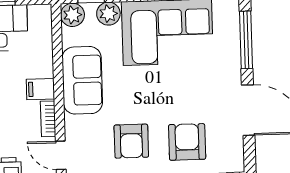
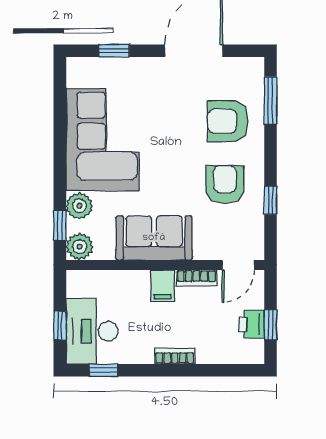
window: (246, 40) -> (114, 51), width x0.46
armchair: (131, 141) -> (225, 184), turned -90

